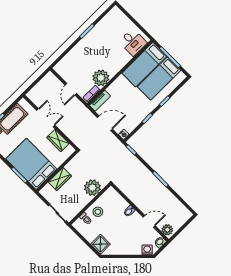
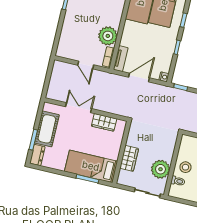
bed: (31, 164) -> (91, 166), width x0.67
plant: (92, 188) -> (160, 169), moved

